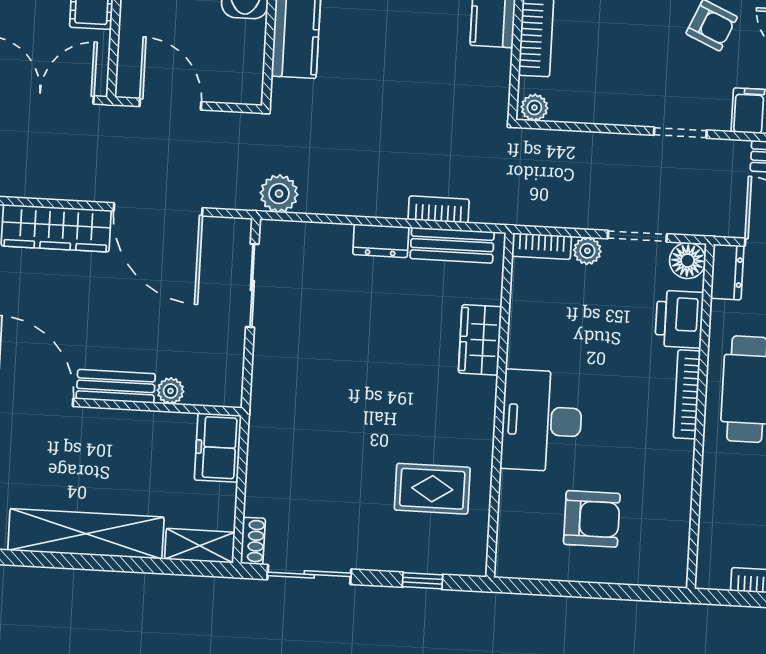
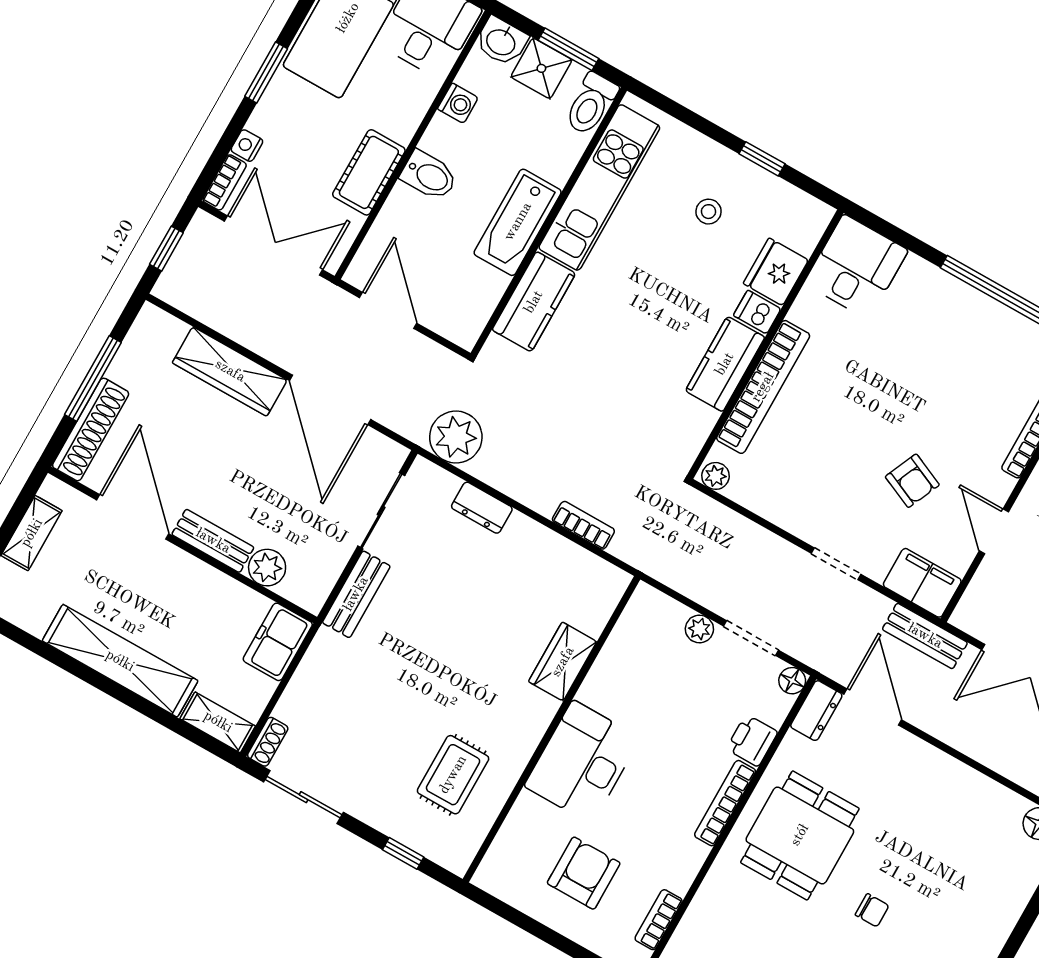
plant: (279, 194) -> (456, 437), width x1.36, depth x1.36
dresser: (381, 241) -> (482, 508), moved
bench: (452, 245) -> (356, 594), moved, turned 90
bookcase: (542, 246) -> (659, 920), moved, turned 90
floor lamp: (688, 261) -> (792, 681), width x0.73, depth x0.73
printer: (679, 319) -> (752, 740), width x0.73, depth x0.81
plant: (170, 391) -> (267, 568), width x1.38, depth x1.38
rug: (432, 489) -> (453, 775), turned 90
armchair: (592, 519) -> (584, 873), turned -90

